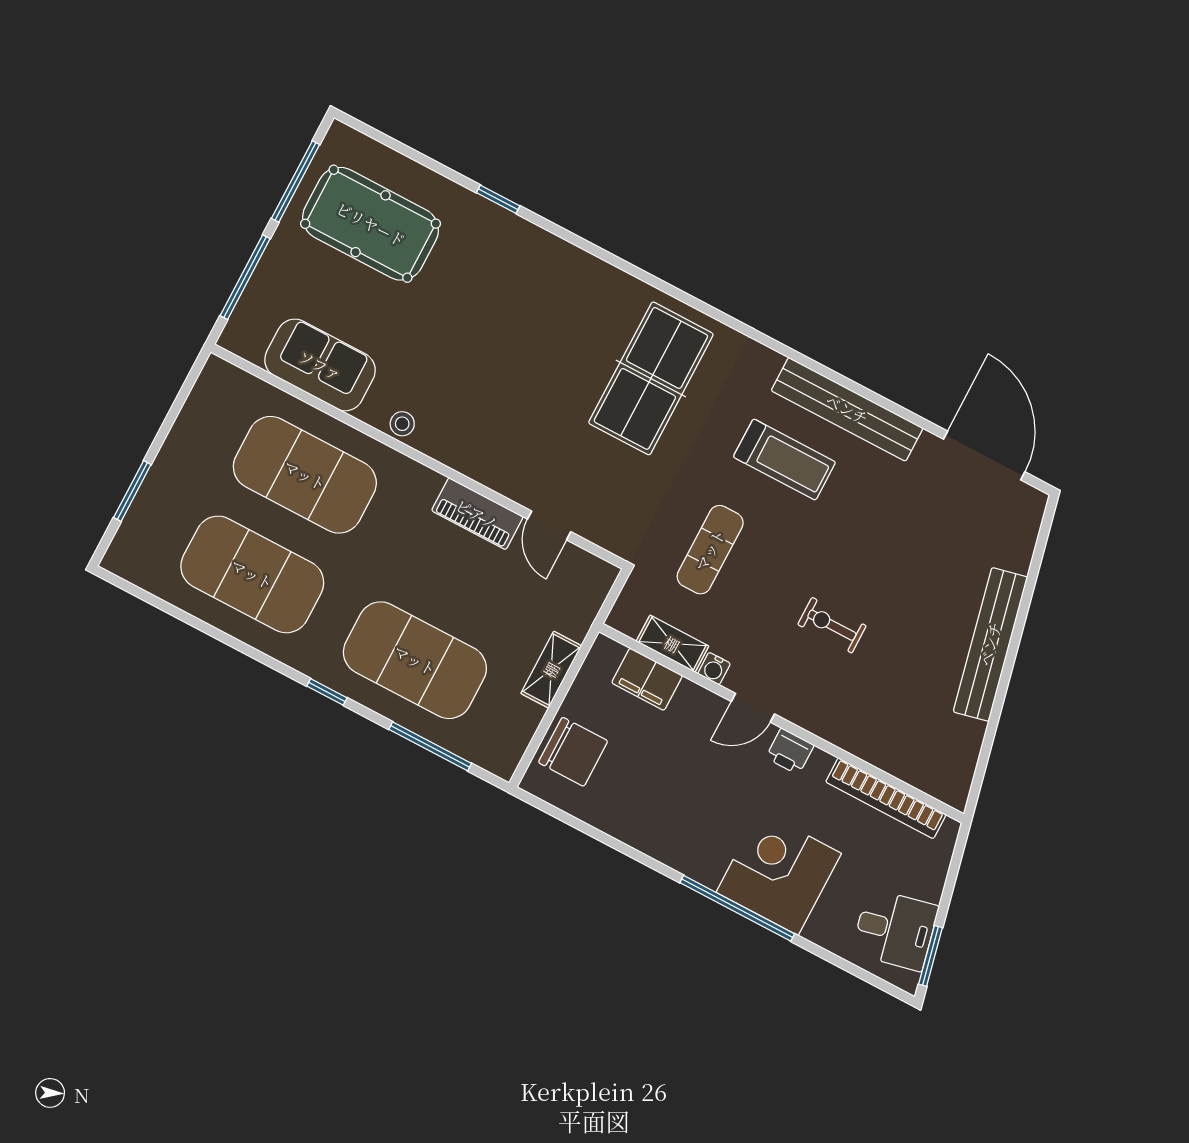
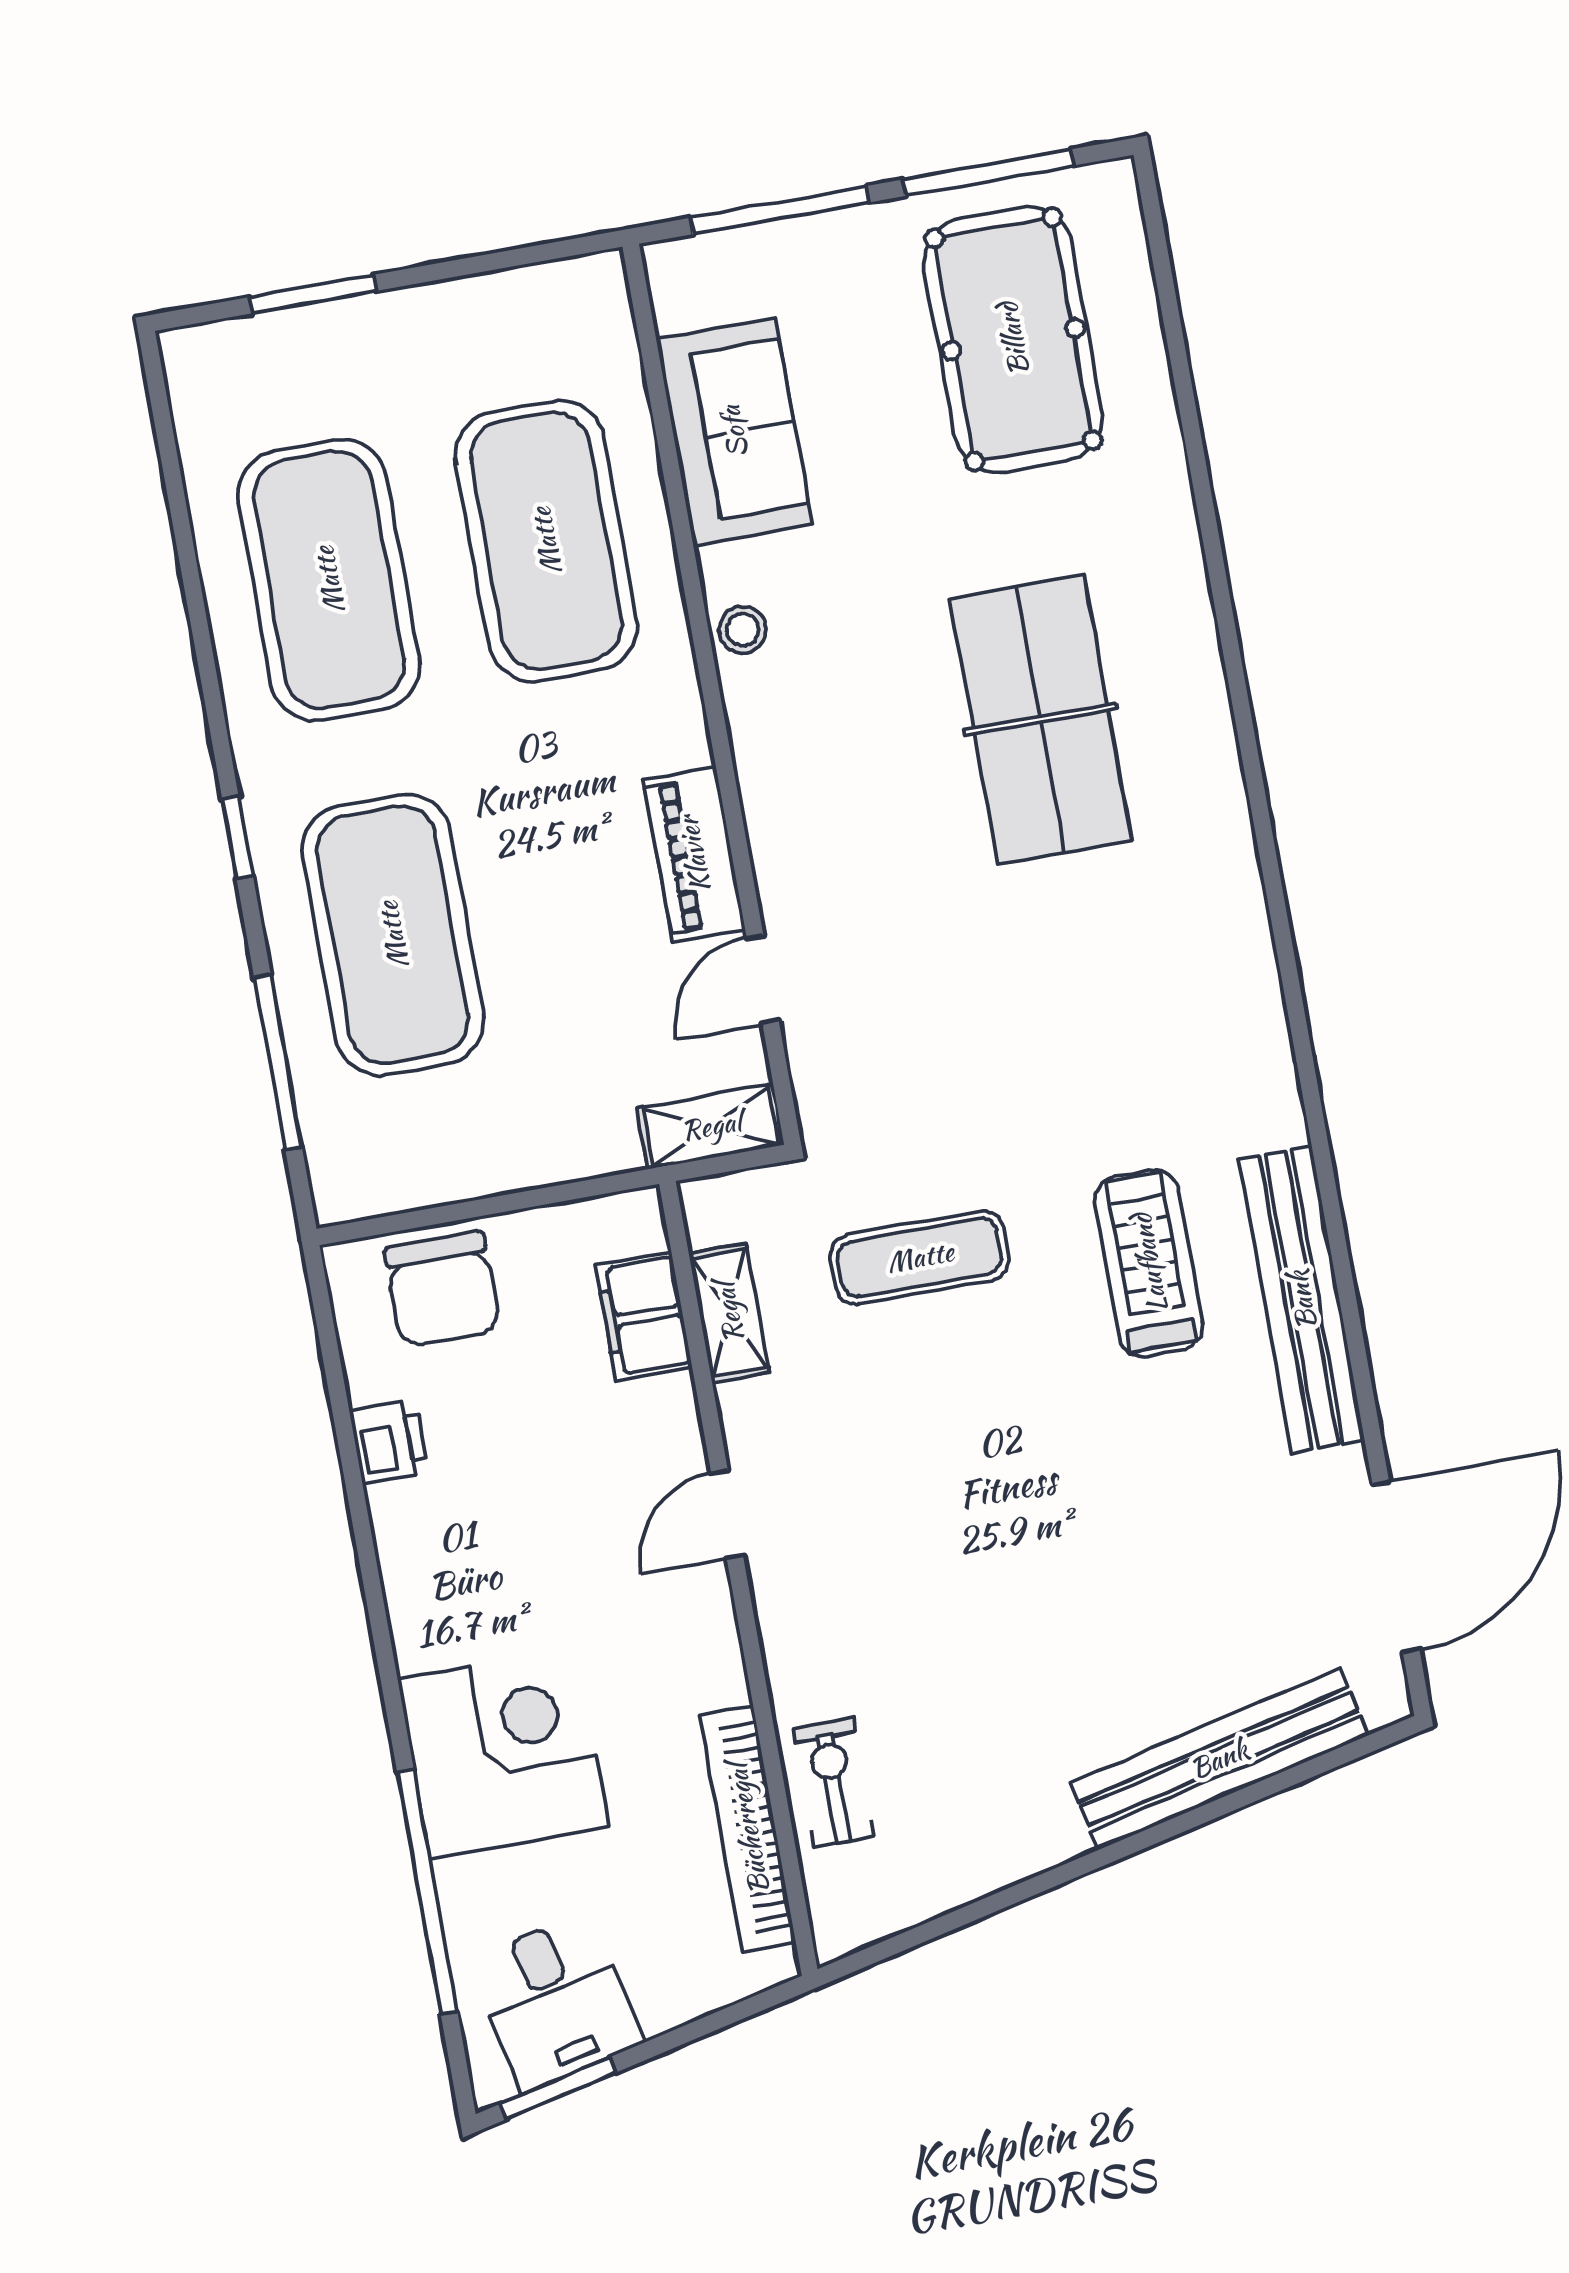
window: (498, 199) -> (1205, 507), removed
table tennis table: (651, 378) -> (1041, 719), moved, turned 90
treadmill: (784, 460) -> (1149, 1263), turned 180
exercise bike: (832, 625) -> (833, 1783), moved
bench: (990, 644) -> (1219, 1759), moved
water cooler: (714, 669) -> (741, 1407), removed
shelving: (551, 670) -> (711, 1126), moved
door: (753, 708) -> (727, 1514), hinge flipped
printer: (790, 751) -> (389, 1442), moved, turned 180
window: (737, 908) -> (427, 1892), moved

